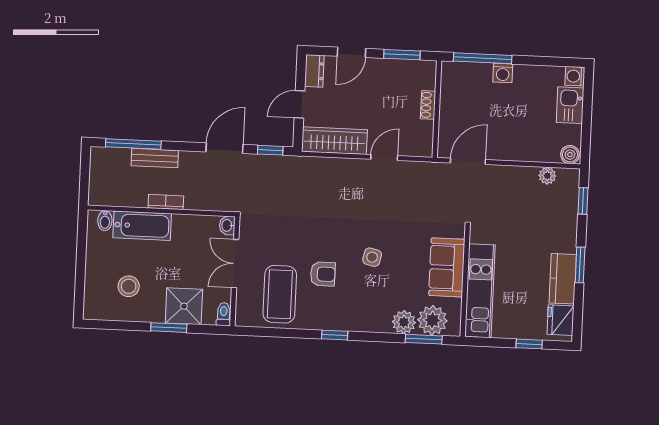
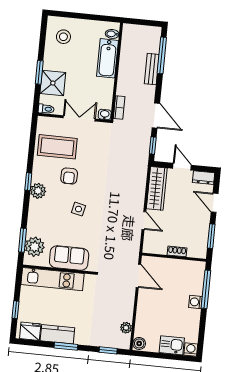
bookcase: (166, 202) -> (119, 108), moved
stool: (129, 286) -> (63, 37), moved
plant: (404, 322) -> (38, 191), moved

